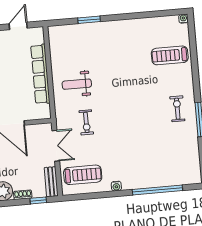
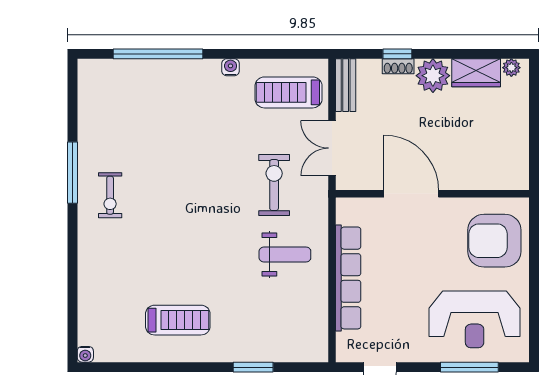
treadmill: (170, 55) -> (178, 320), moved
exercise bike: (86, 122) -> (274, 185), width x1.38, depth x1.39
window: (38, 200) -> (397, 54), moved

